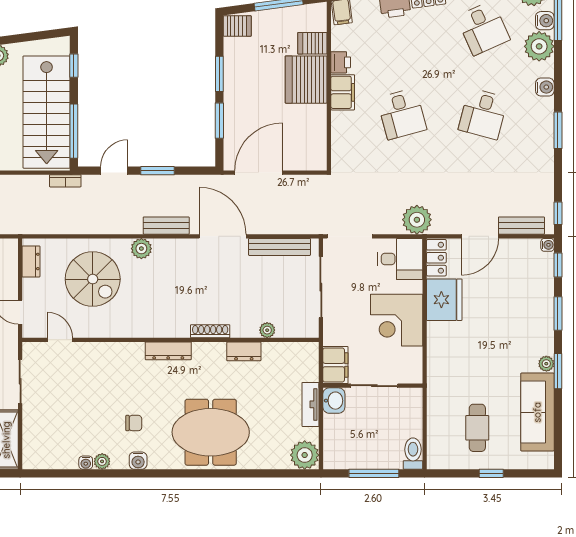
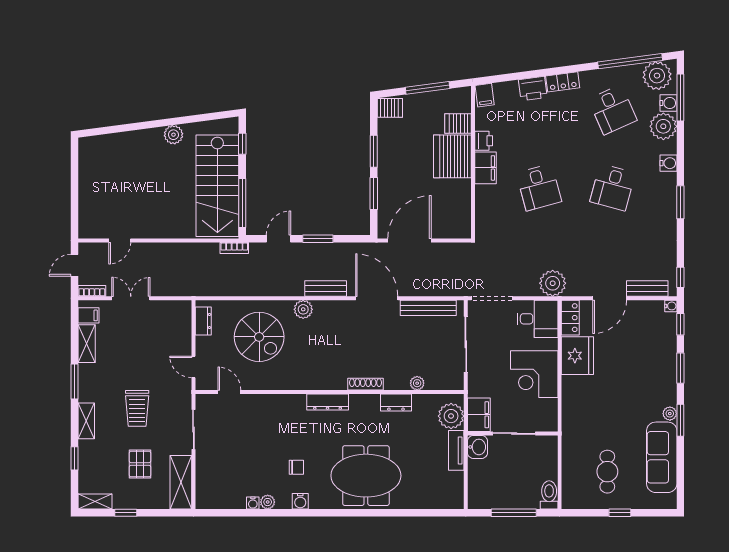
plant: (305, 455) -> (451, 416), moved

